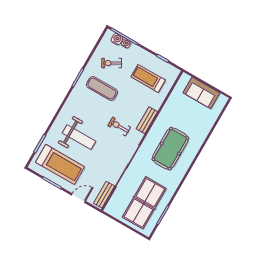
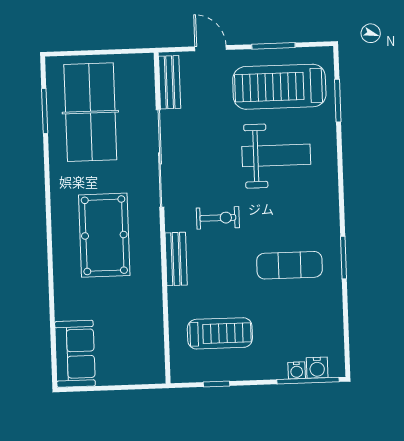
exercise bike: (112, 63) -> (301, 320), removed
sofa: (201, 93) -> (75, 354), moved, turned 90
weight bench: (79, 137) -> (276, 155), turned 180
door: (78, 198) -> (210, 48), swing flipped

